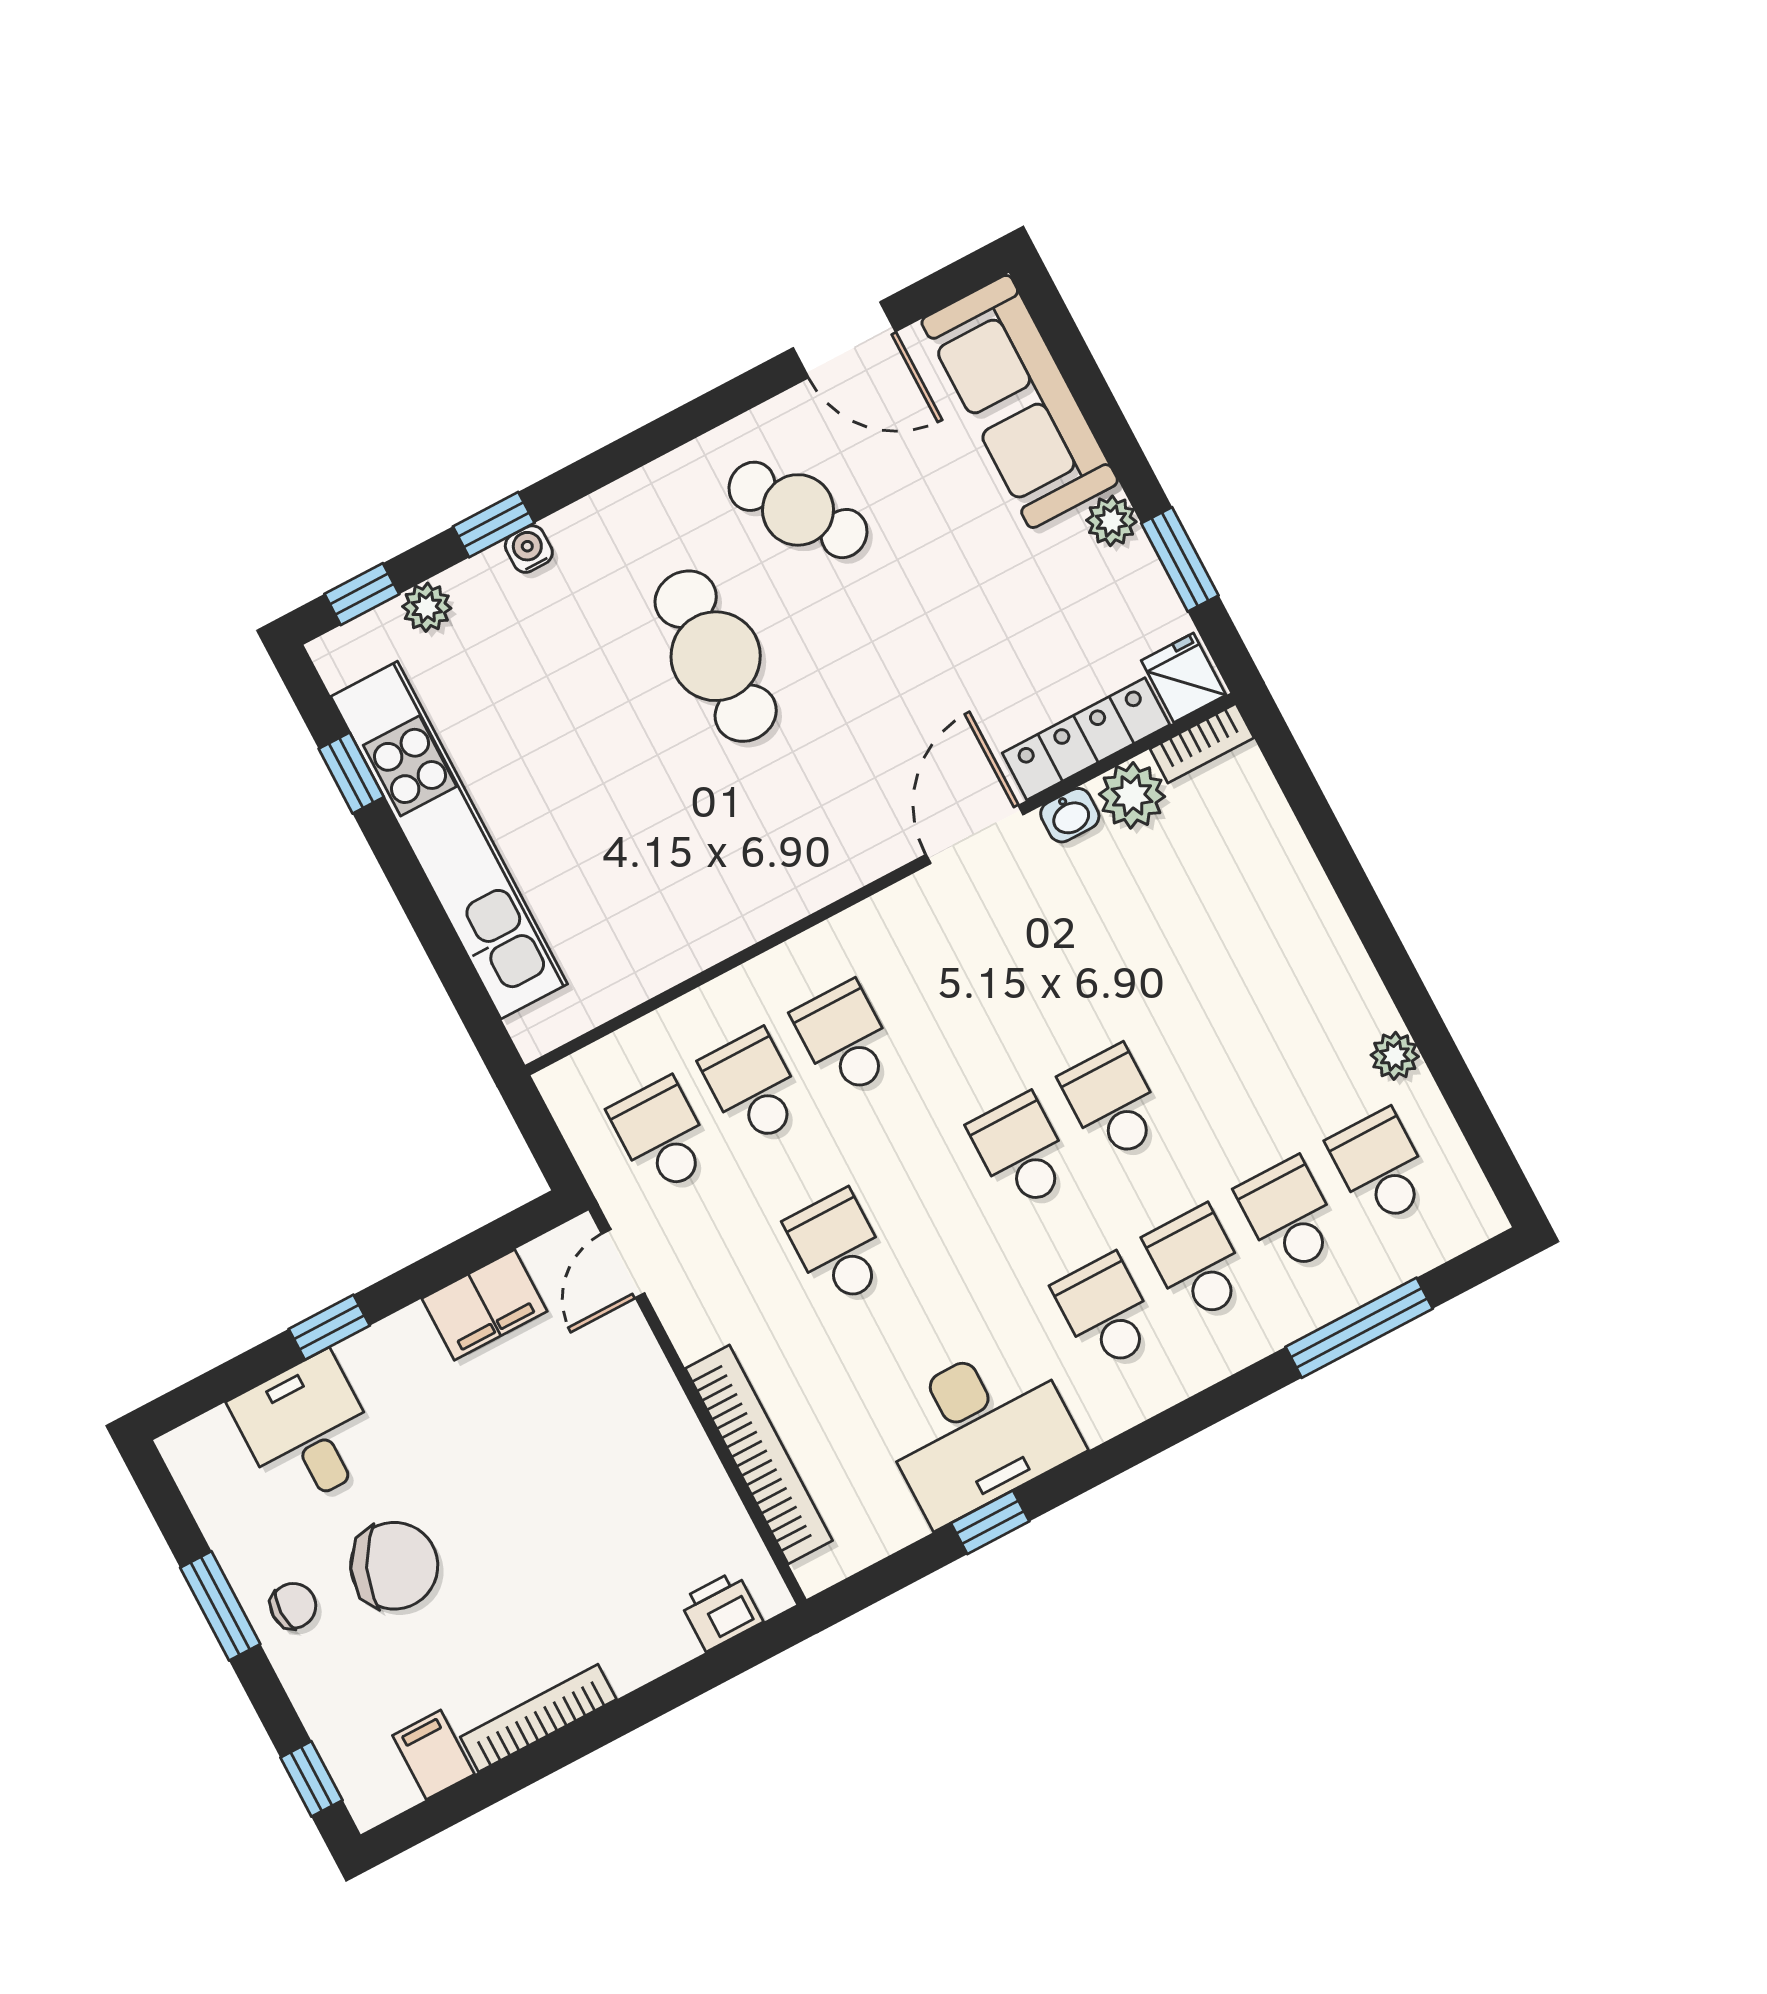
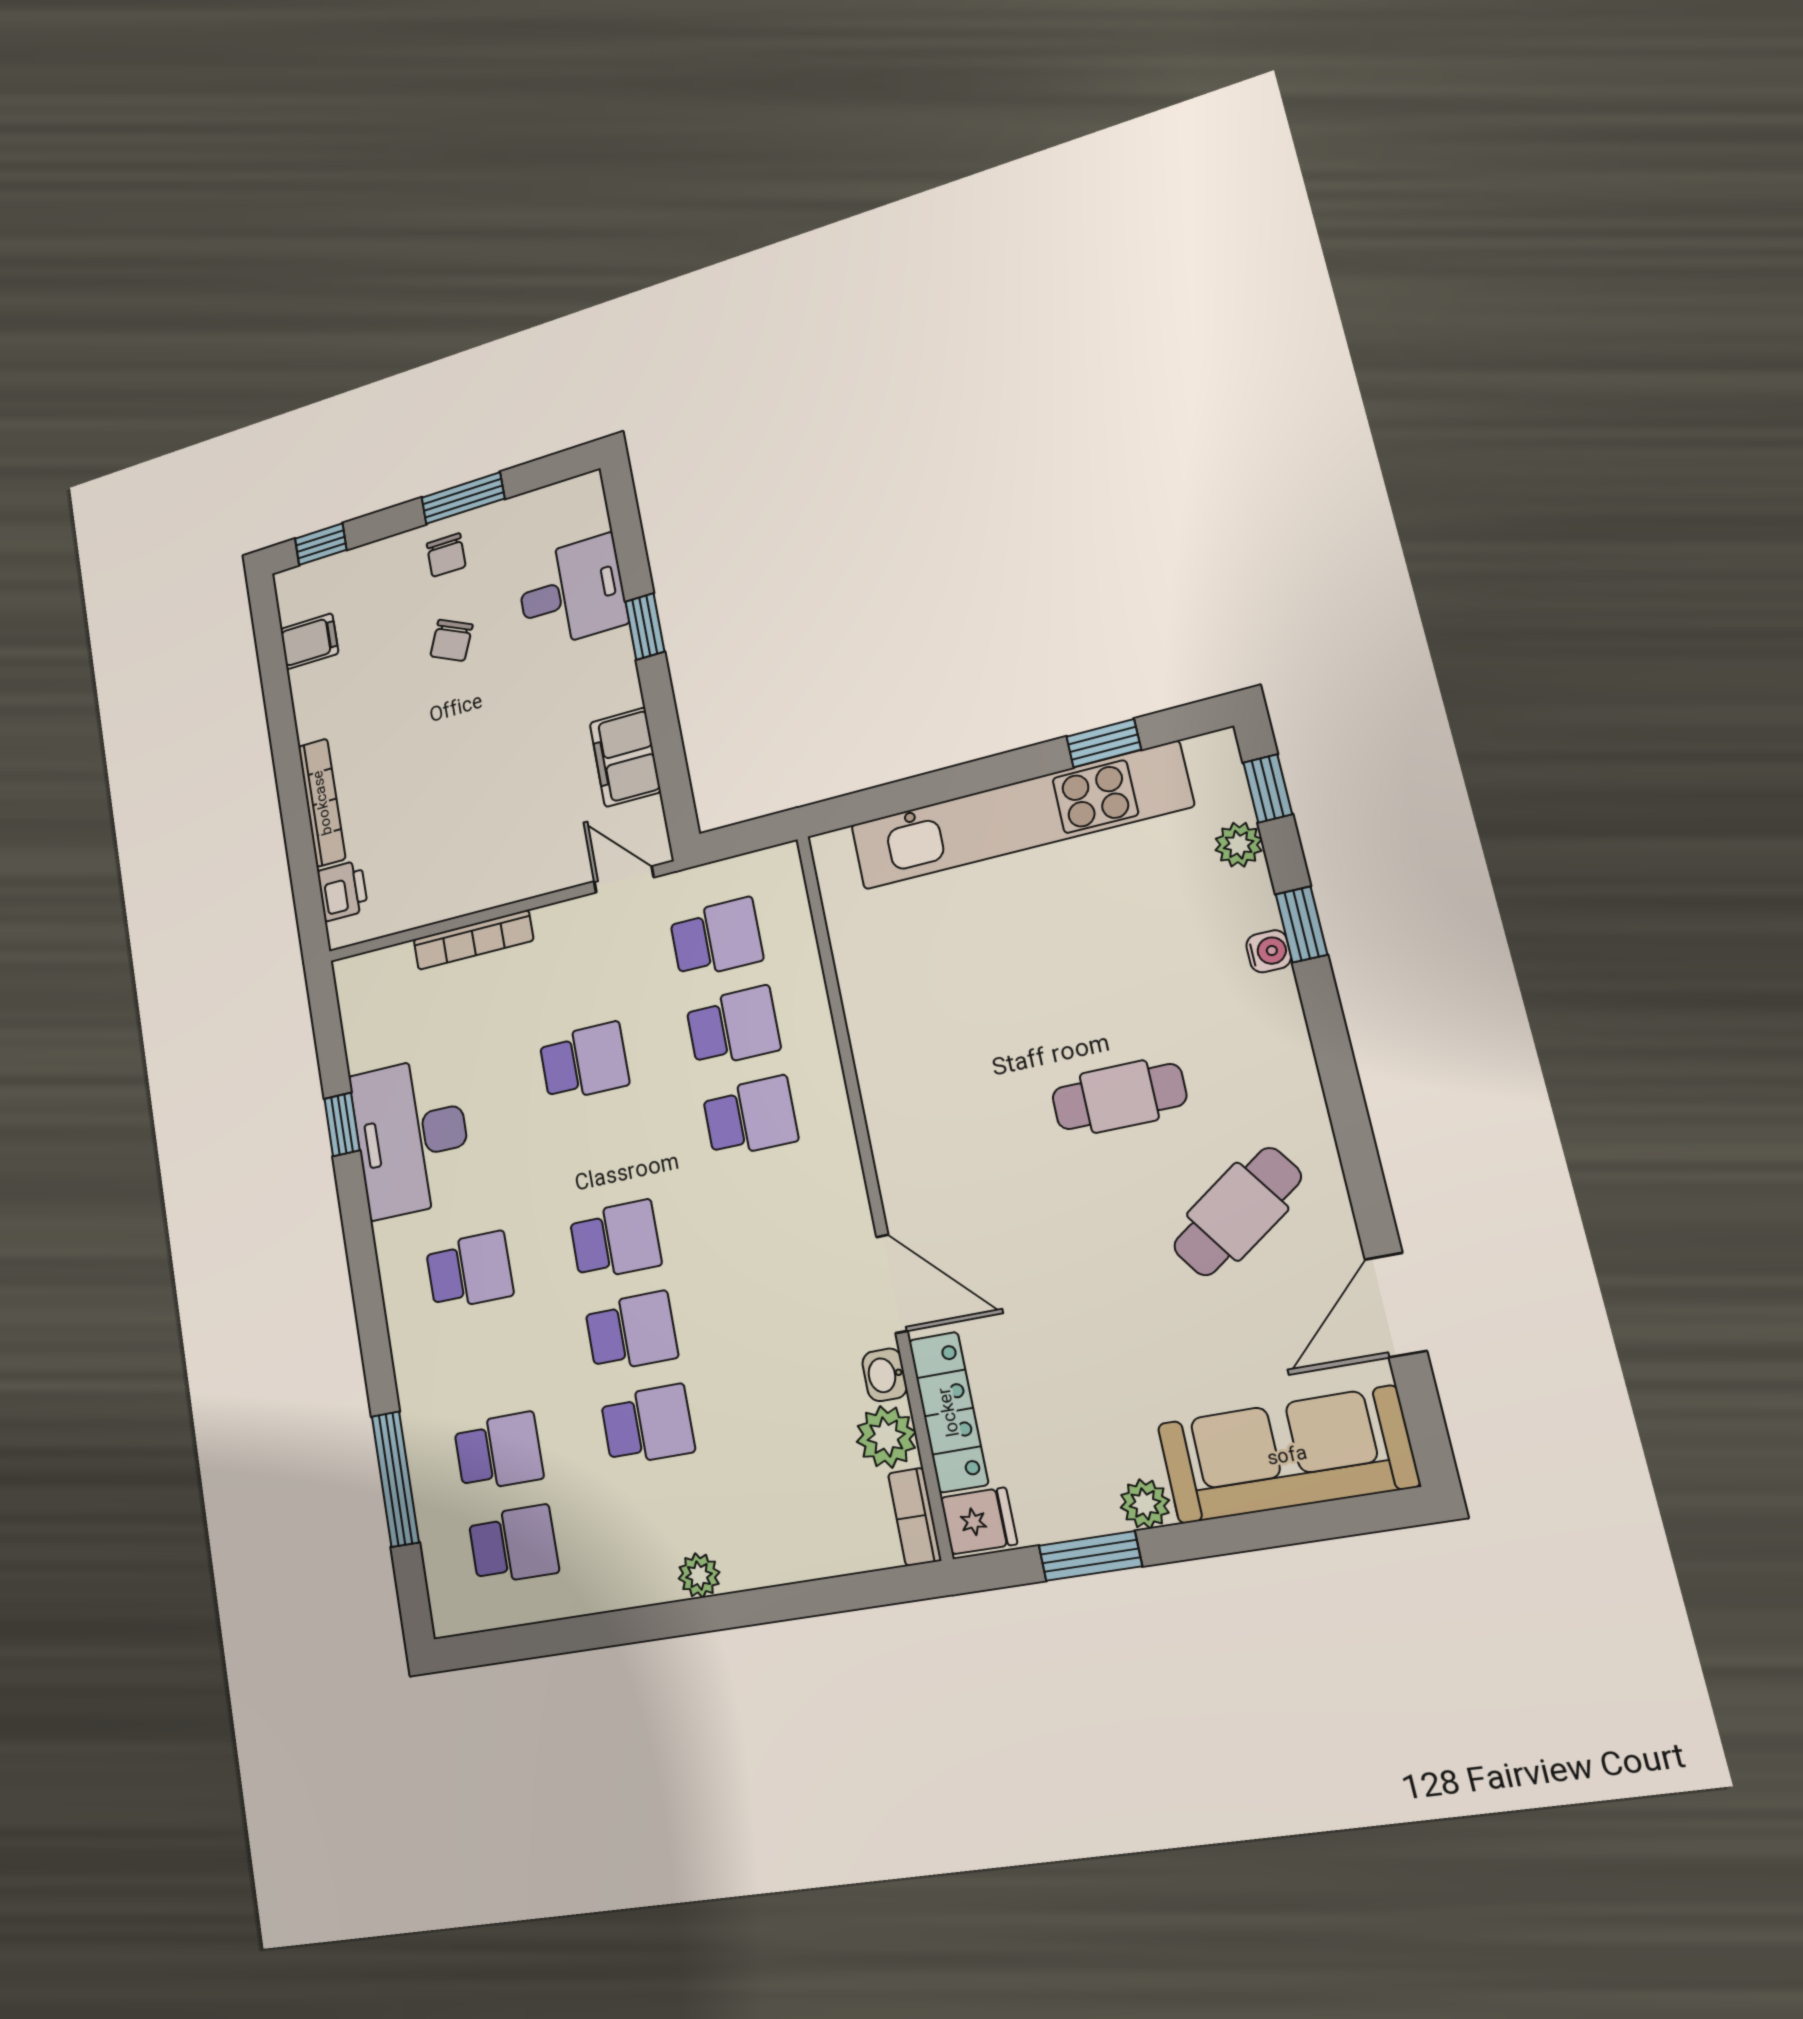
cafe table: (716, 656) -> (1119, 1097), width x0.73, depth x0.74
plant: (1395, 1056) -> (699, 1575), moved
school desk: (1198, 1264) -> (648, 1425), moved
bookcase: (759, 1455) -> (473, 940), width x0.68, depth x0.76
chair: (394, 1566) -> (451, 640), width x0.54, depth x0.54
bookcase: (538, 1718) -> (322, 803), moved

